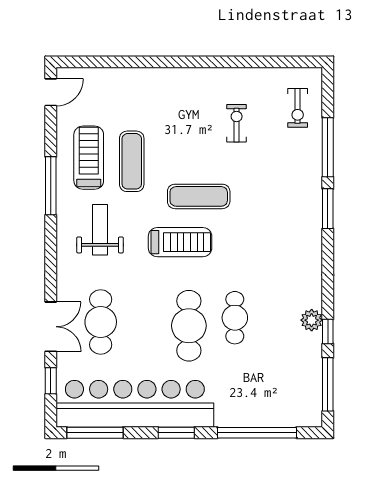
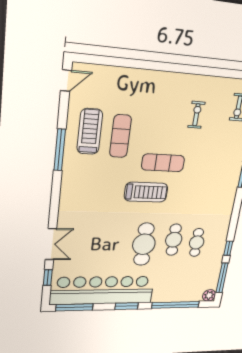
weight bench: (100, 230) -> (92, 182), removed
plant: (312, 320) -> (209, 295), moved
cafe table: (101, 322) -> (197, 242), moved, width x0.73, depth x0.74

